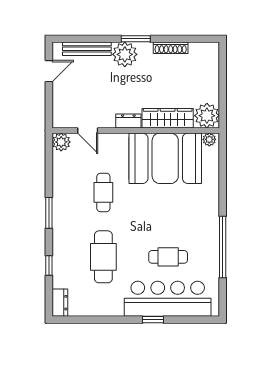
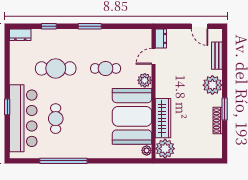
window: (136, 39) -> (225, 109), moved
bench: (87, 49) -> (217, 56), width x0.73
dresser: (128, 121) -> (161, 38), moved
plant: (61, 142) -> (145, 80), moved

